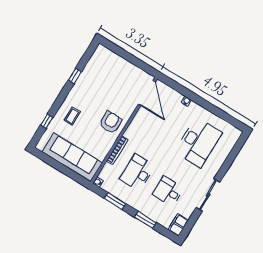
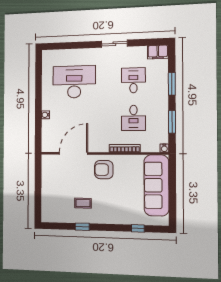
door: (147, 93) -> (73, 153), moved
coffee table: (72, 116) -> (83, 203), moved
desk: (137, 173) -> (133, 118), width x0.73
desk: (168, 191) -> (133, 80), turned 180
sliding door: (208, 195) -> (114, 44), width x0.73

